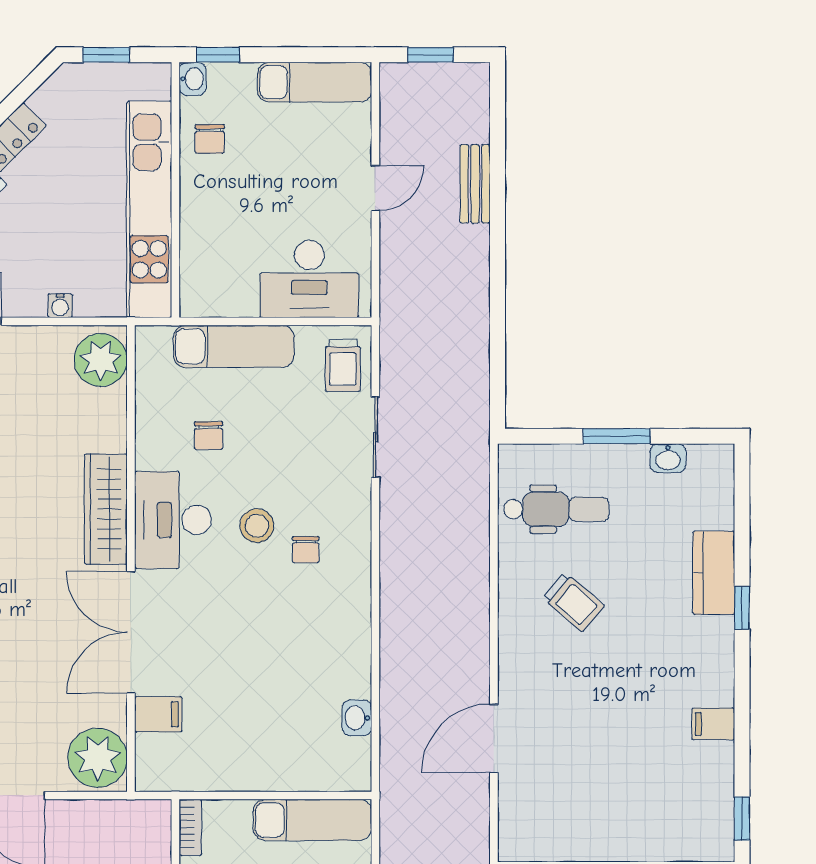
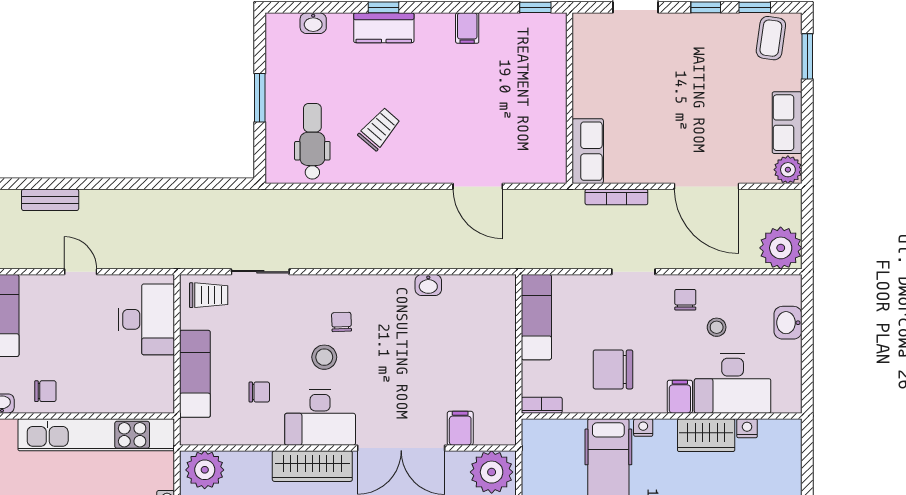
bench: (475, 184) -> (50, 200), moved
washbasin: (668, 458) -> (313, 23), moved, turned 90
chair: (306, 550) -> (341, 322), turned -92
kitchen counter: (714, 573) -> (384, 28), moved
washbasin: (357, 718) -> (428, 285), moved

